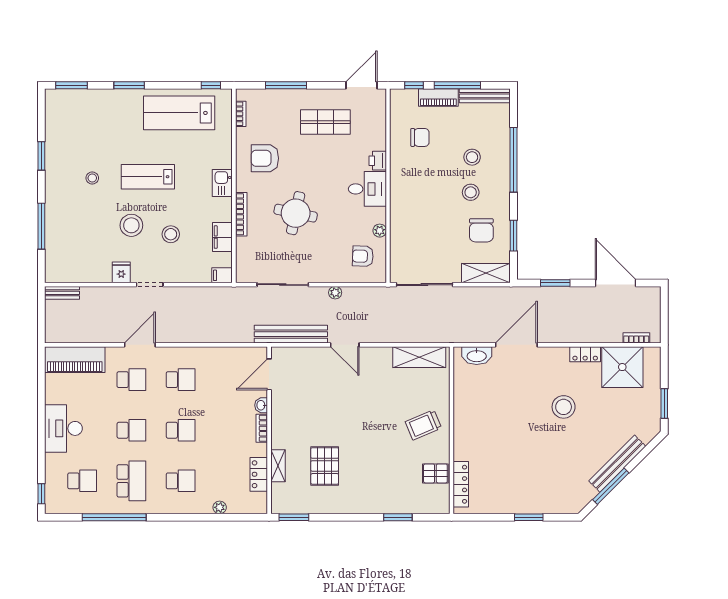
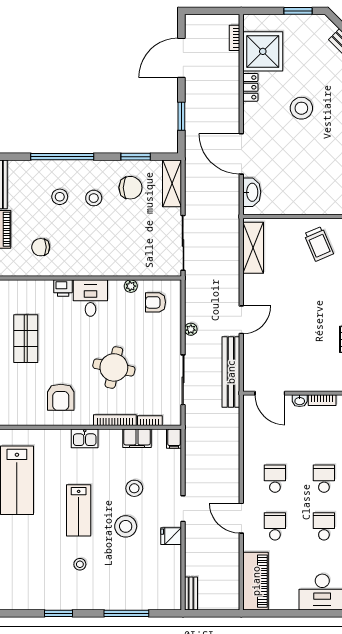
bookcase: (241, 114) -> (150, 421), moved
chair: (420, 137) -> (41, 247), turned -90
armchair: (363, 256) -> (156, 302), turned 88

